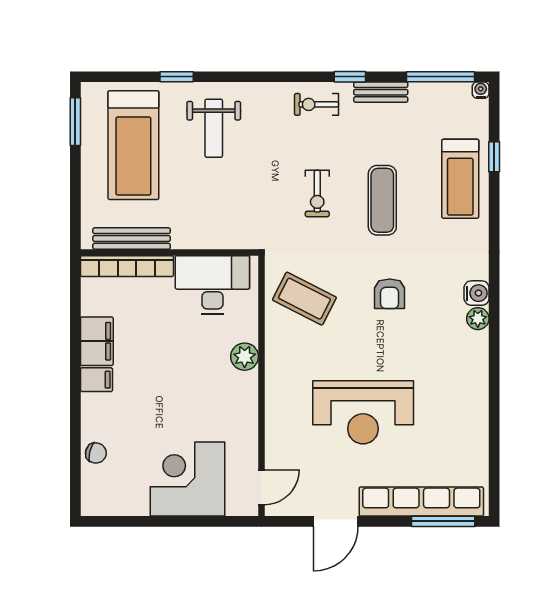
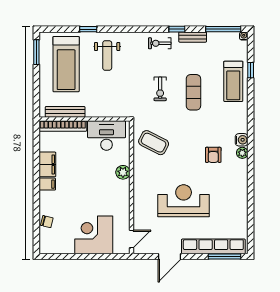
armchair: (390, 294) -> (213, 155), moved
reception desk: (363, 412) -> (184, 201), turned 180

